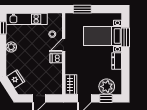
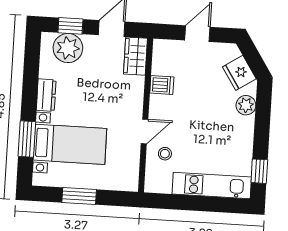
window: (82, 9) -> (79, 196), moved
plant: (11, 47) -> (246, 105), moved
dishwasher: (56, 58) -> (162, 85), moved

